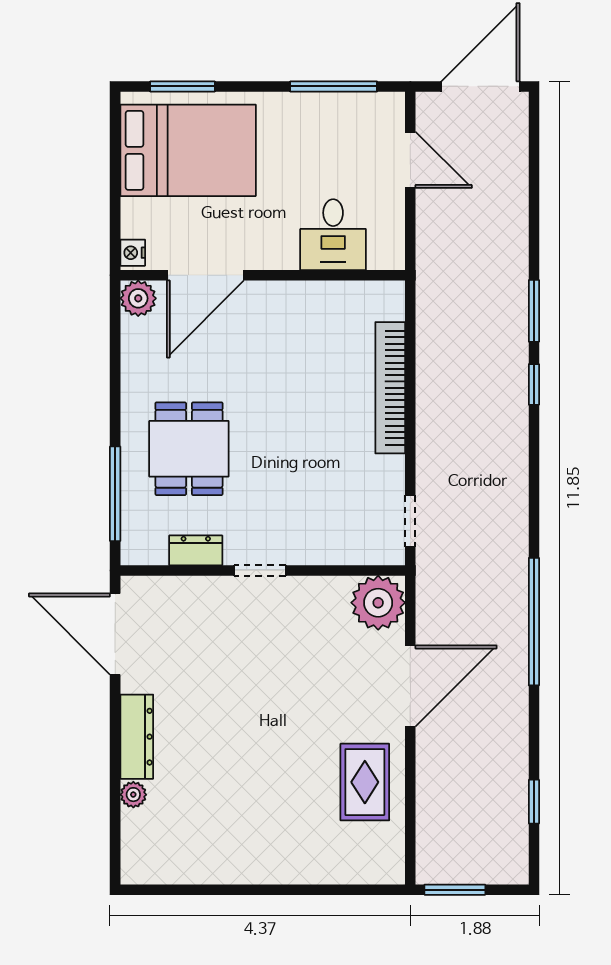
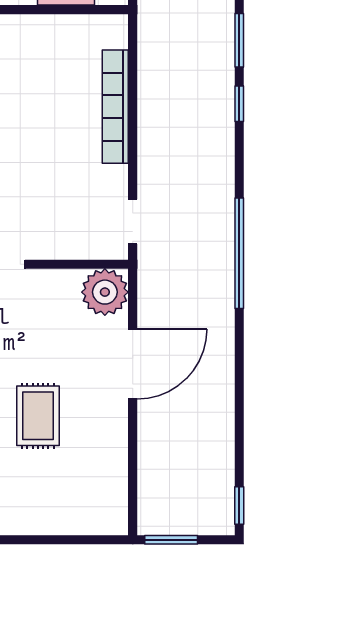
window: (534, 622) -> (239, 253), moved
rug: (365, 782) -> (38, 416), moved
window: (534, 802) -> (239, 506), moved

